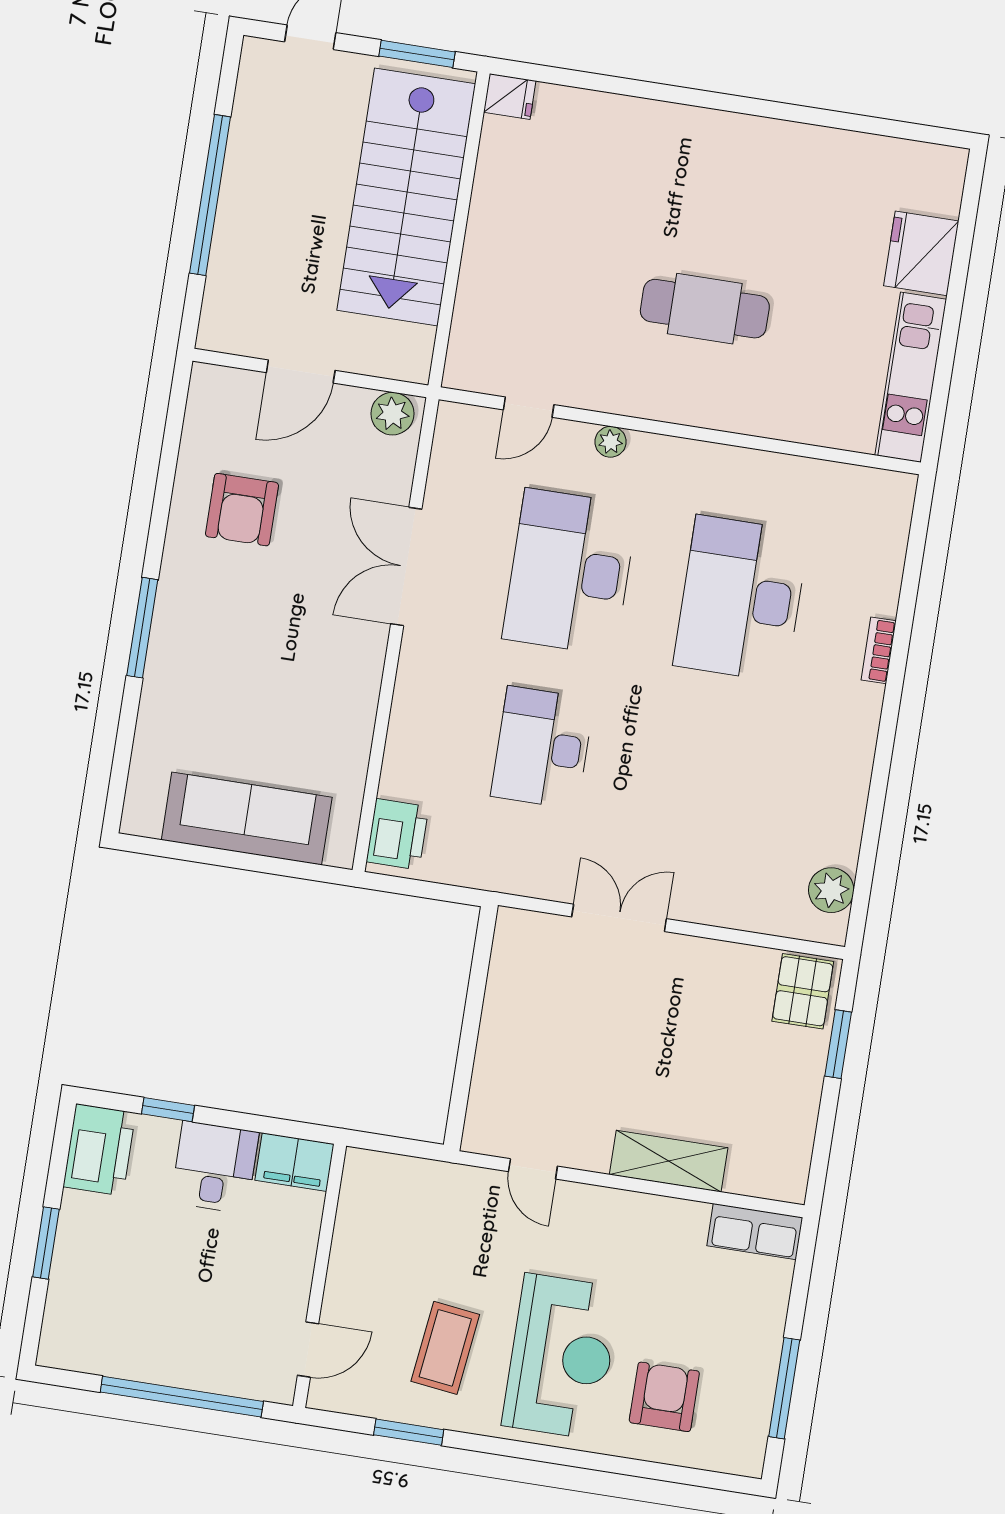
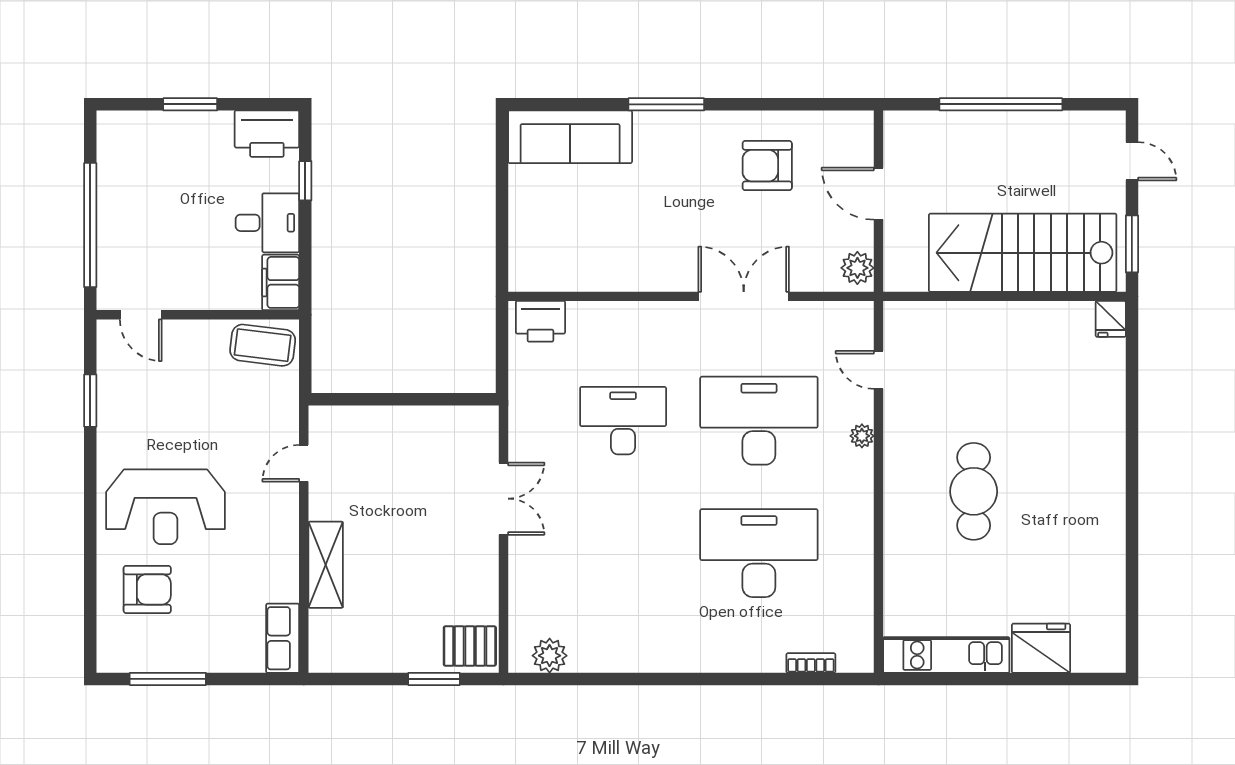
bookcase: (879, 650) -> (811, 663), moved
sofa: (247, 819) -> (570, 137), moved, turned 90
coffee table: (445, 1348) -> (263, 345), moved

